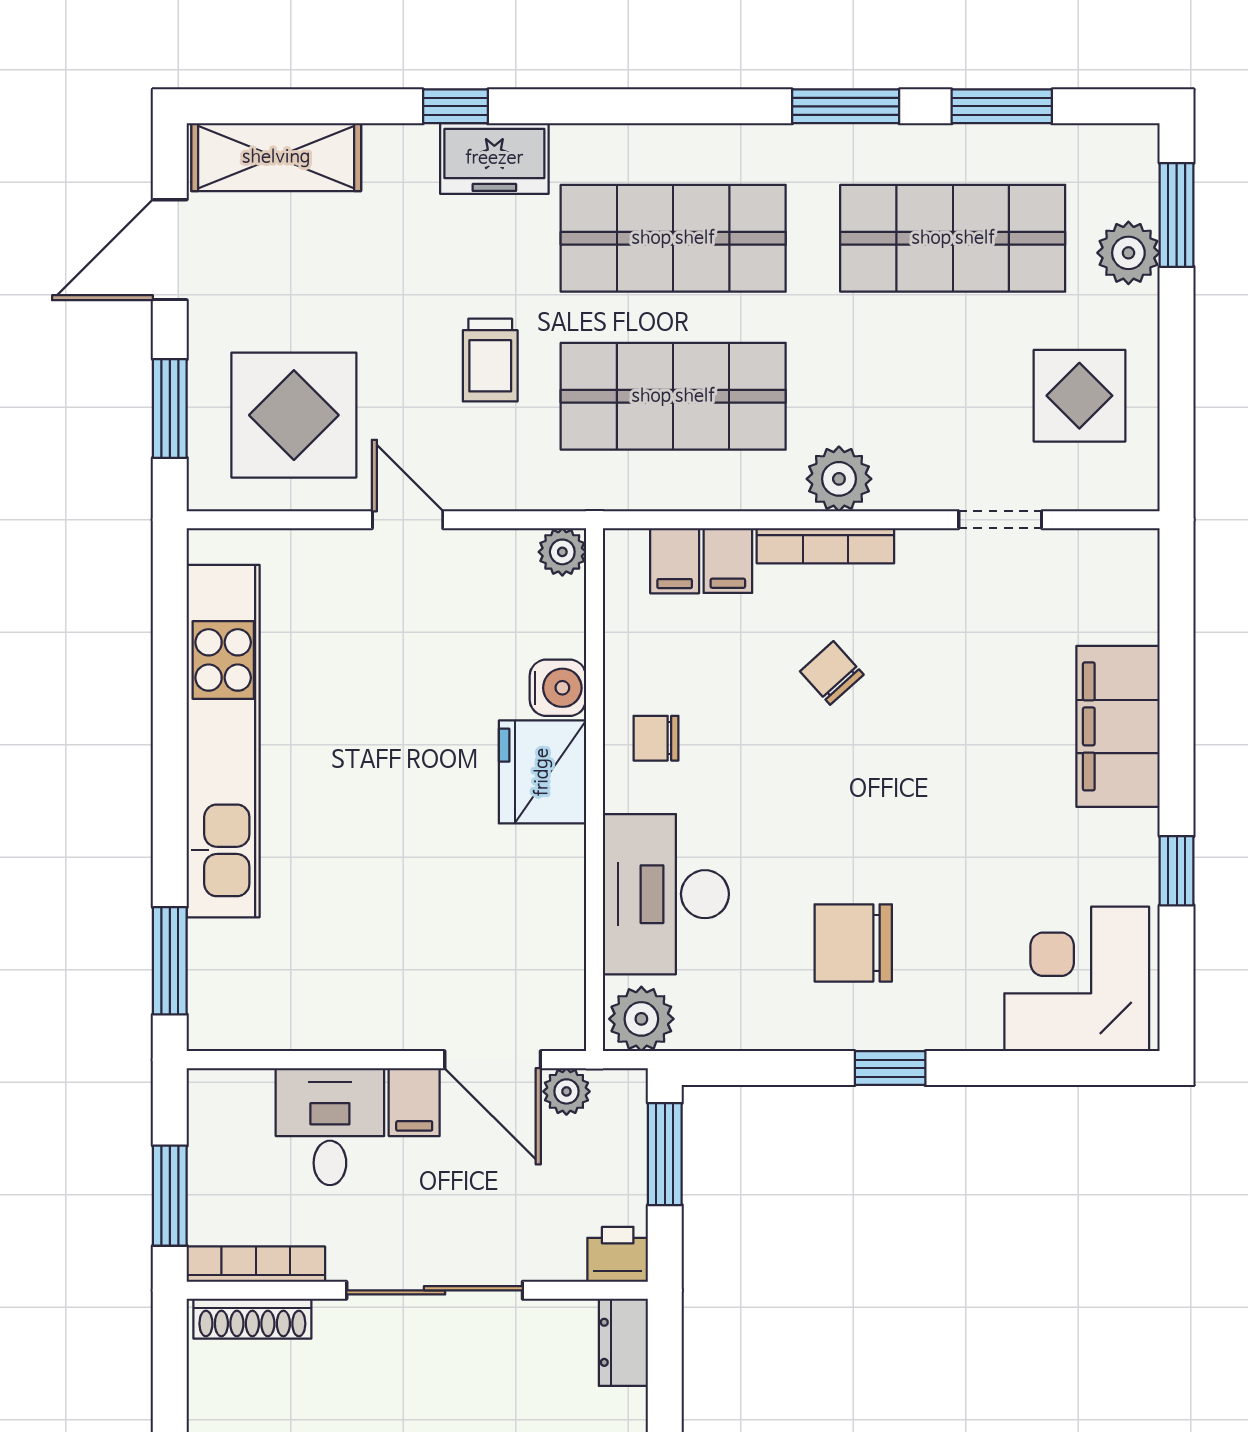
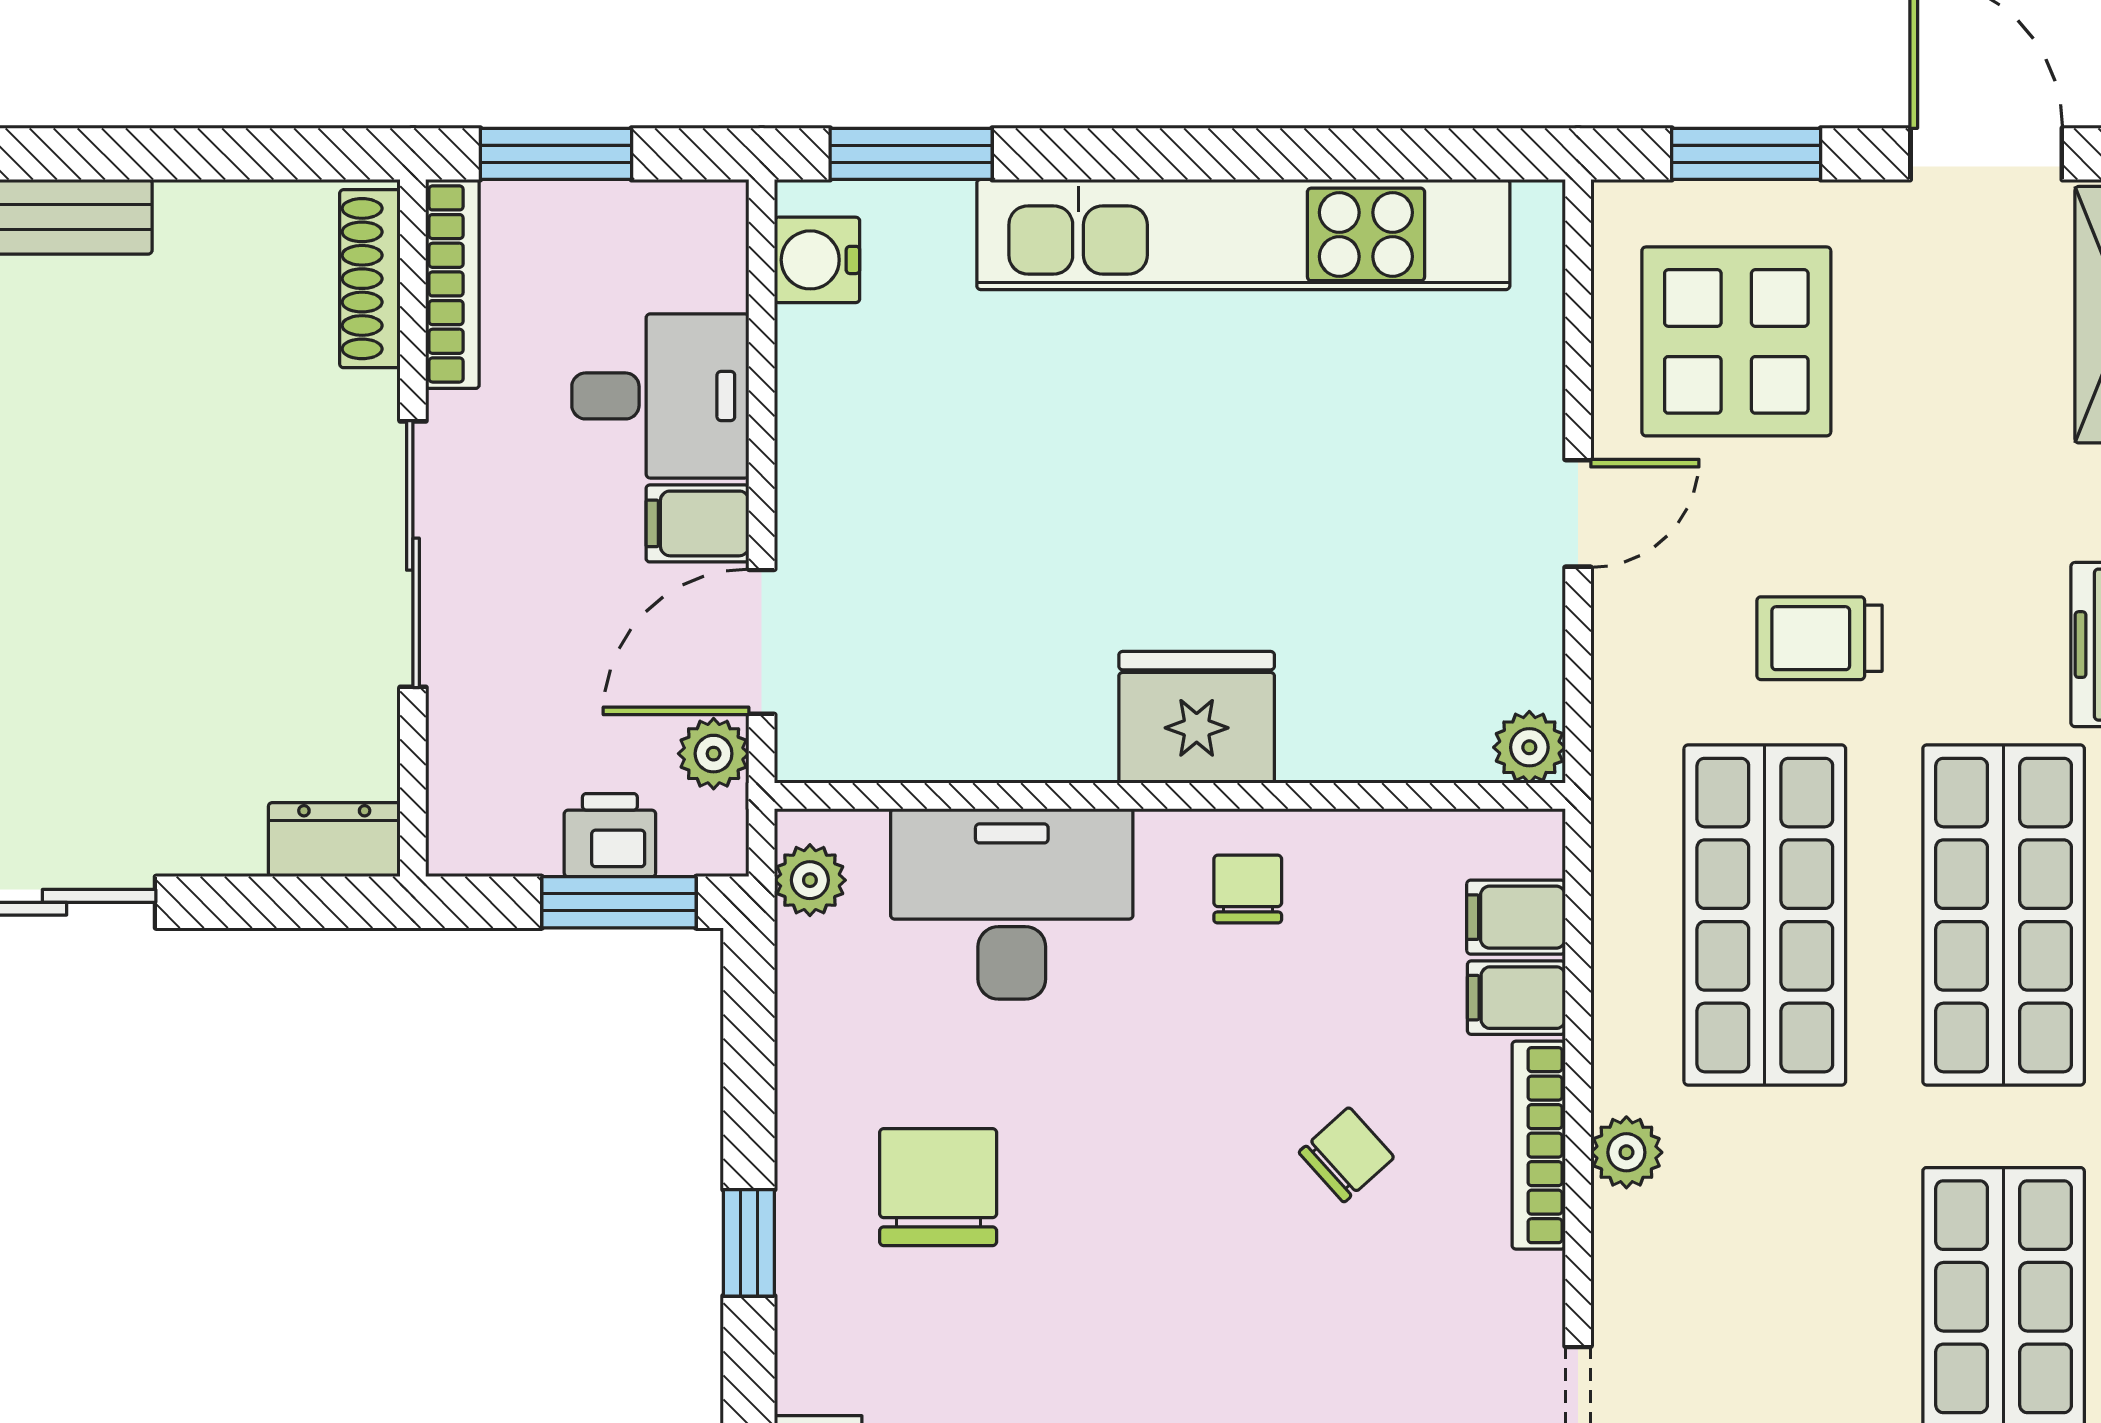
plant: (839, 479) -> (1626, 1152), width x0.73, depth x0.73
water cooler: (558, 688) -> (817, 260), moved, turned 90
plant: (641, 1019) -> (810, 880), width x0.73, depth x0.73
printer: (618, 1254) -> (610, 835), moved, turned -90

